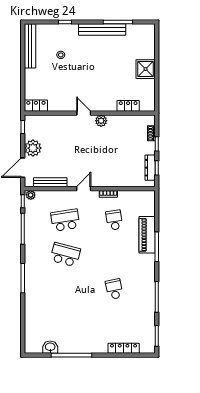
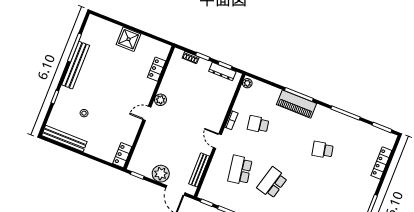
plant: (31, 195) -> (247, 83), moved
piano: (147, 235) -> (296, 104), moved

